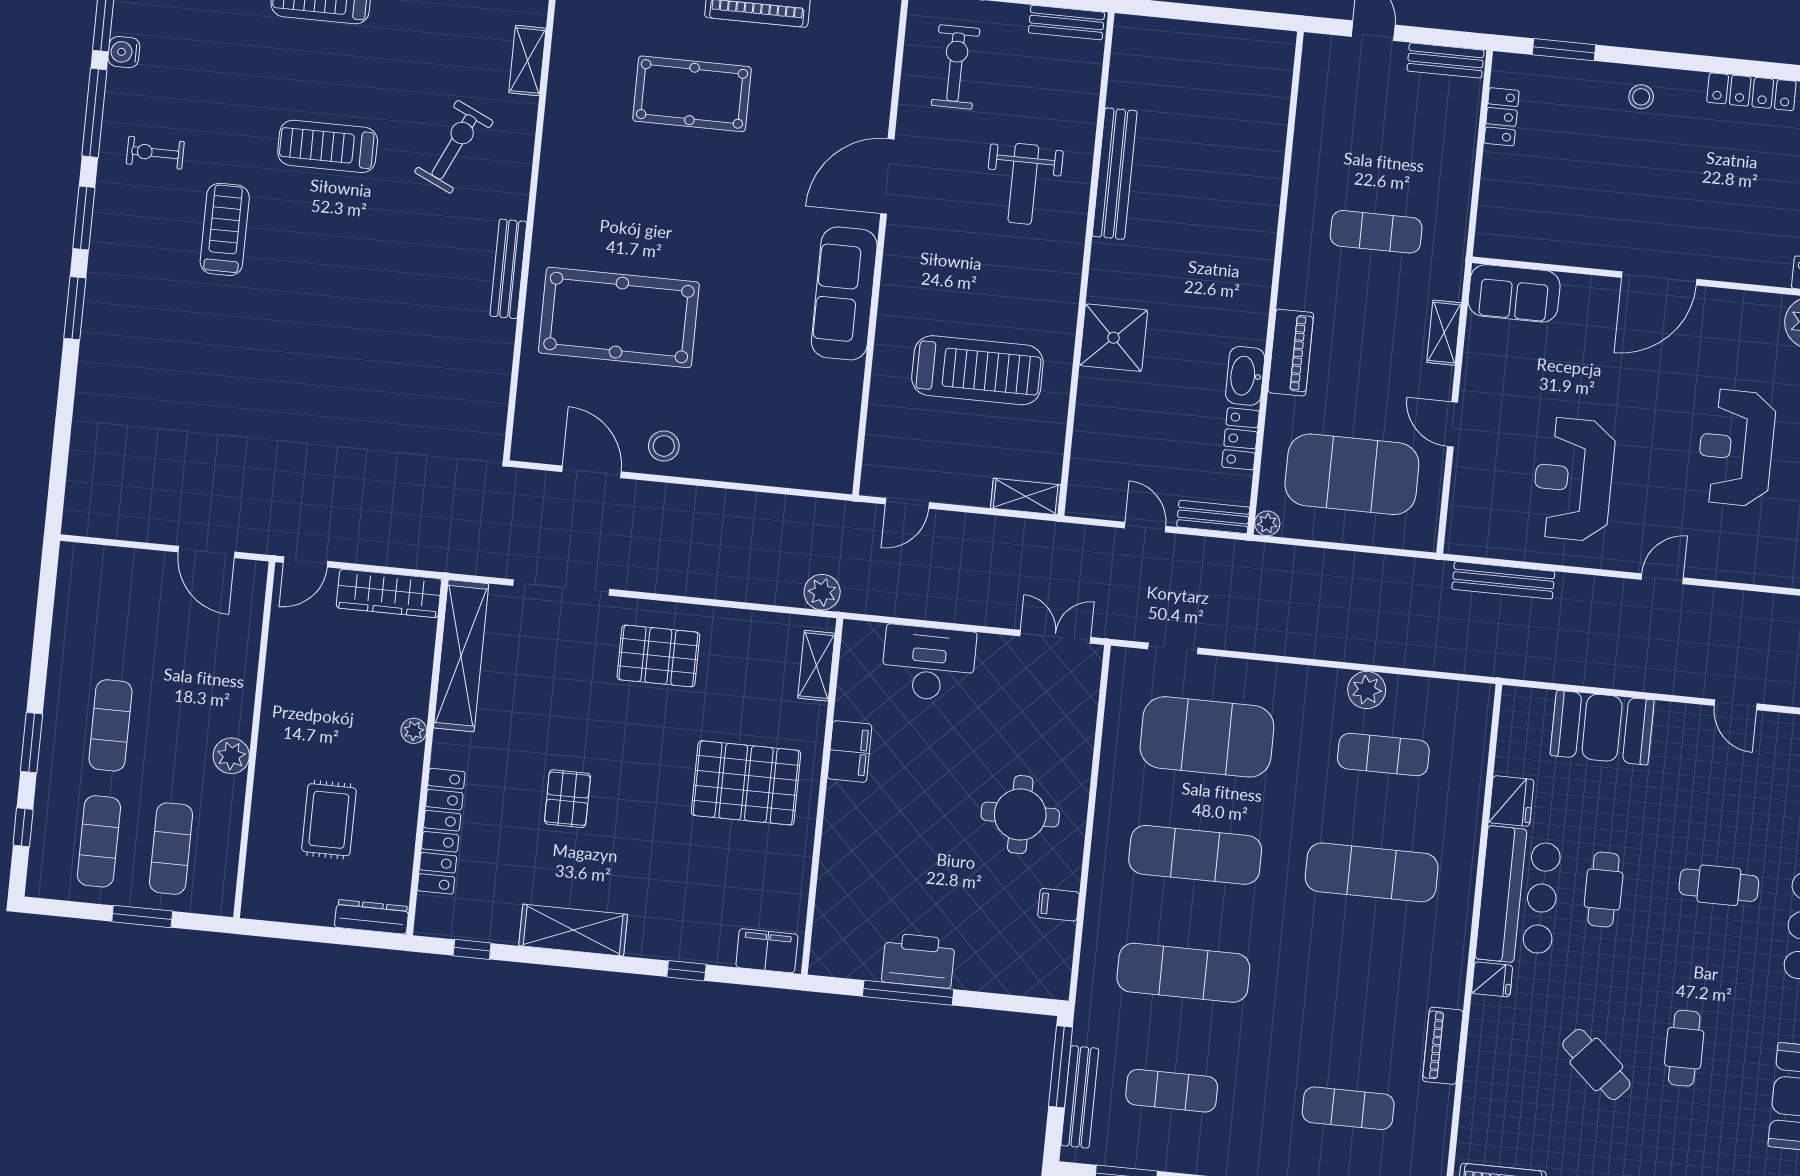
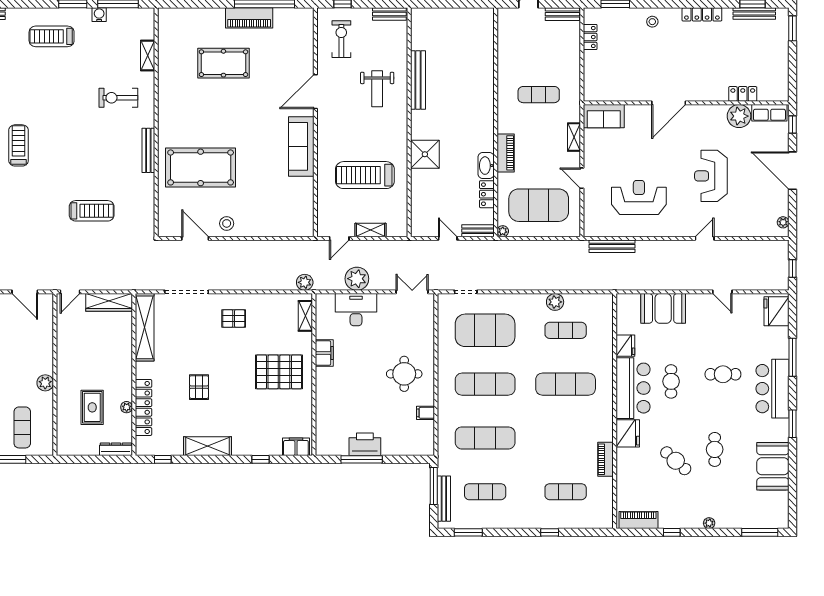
treadmill: (328, 146) -> (92, 211), moved, turned 180
exercise bike: (454, 147) -> (118, 98), turned -115
treadmill: (977, 370) -> (365, 175), turned 180
reception desk: (1573, 479) -> (639, 197), turned 90
shelving: (1026, 497) -> (371, 230), moved
door: (1662, 579) -> (705, 238), moved
plant: (937, 596) -> (357, 279), added
pallet: (658, 656) -> (234, 319), width x0.67, depth x0.71
plant: (414, 731) -> (127, 407), moved
fridge: (1492, 979) -> (628, 433), width x1.88, depth x1.34

